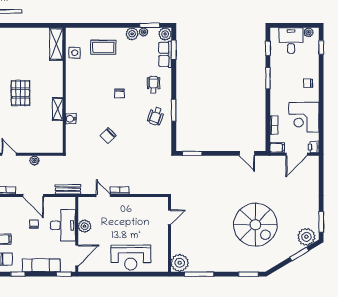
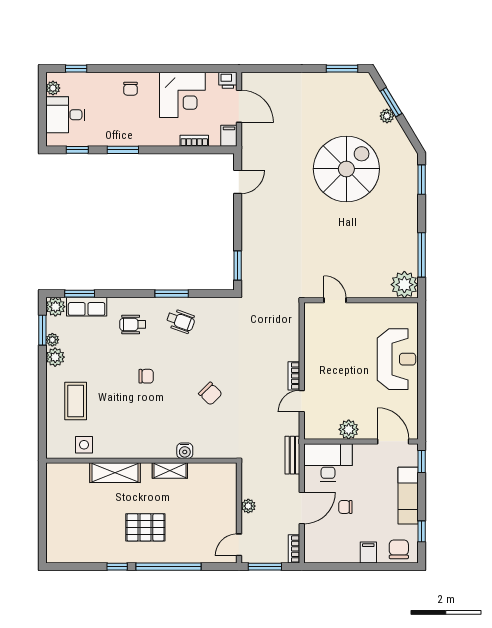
shelving: (56, 44) -> (115, 473), moved
desk: (63, 225) -> (328, 463), moved
plant: (306, 237) -> (387, 116), moved, width x0.53, depth x0.53

